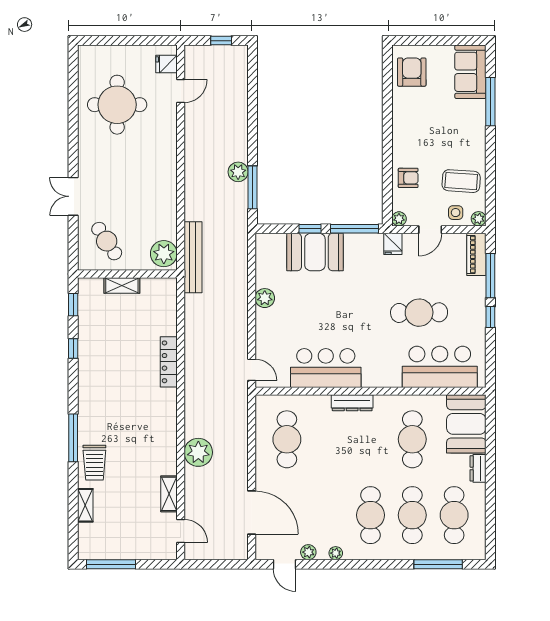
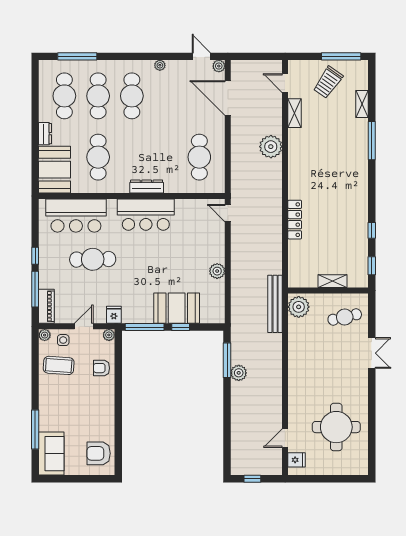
armchair: (412, 72) -> (99, 453), turned 90
cafe table: (107, 241) -> (345, 317), turned -70
bar counter: (326, 368) -> (146, 215), moved
window: (73, 438) -> (372, 141), moved
trolley: (94, 463) -> (328, 82), moved, turned -145
plant: (308, 552) -> (219, 66), moved

